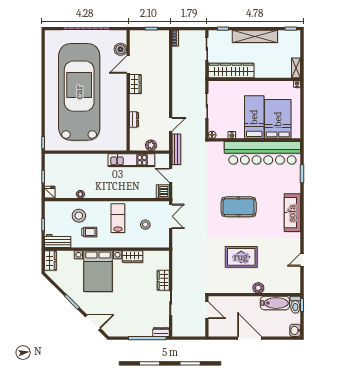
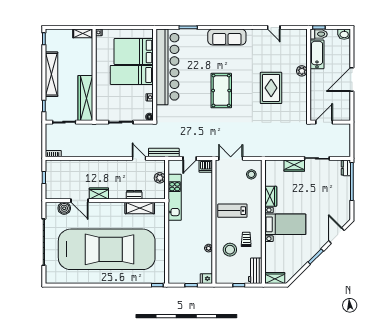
car: (79, 92) -> (107, 249), turned 180
shelving: (121, 125) -> (140, 208), added
stool: (145, 225) -> (251, 174), moved
bed with nightstands: (98, 271) -> (285, 224), width x0.73

